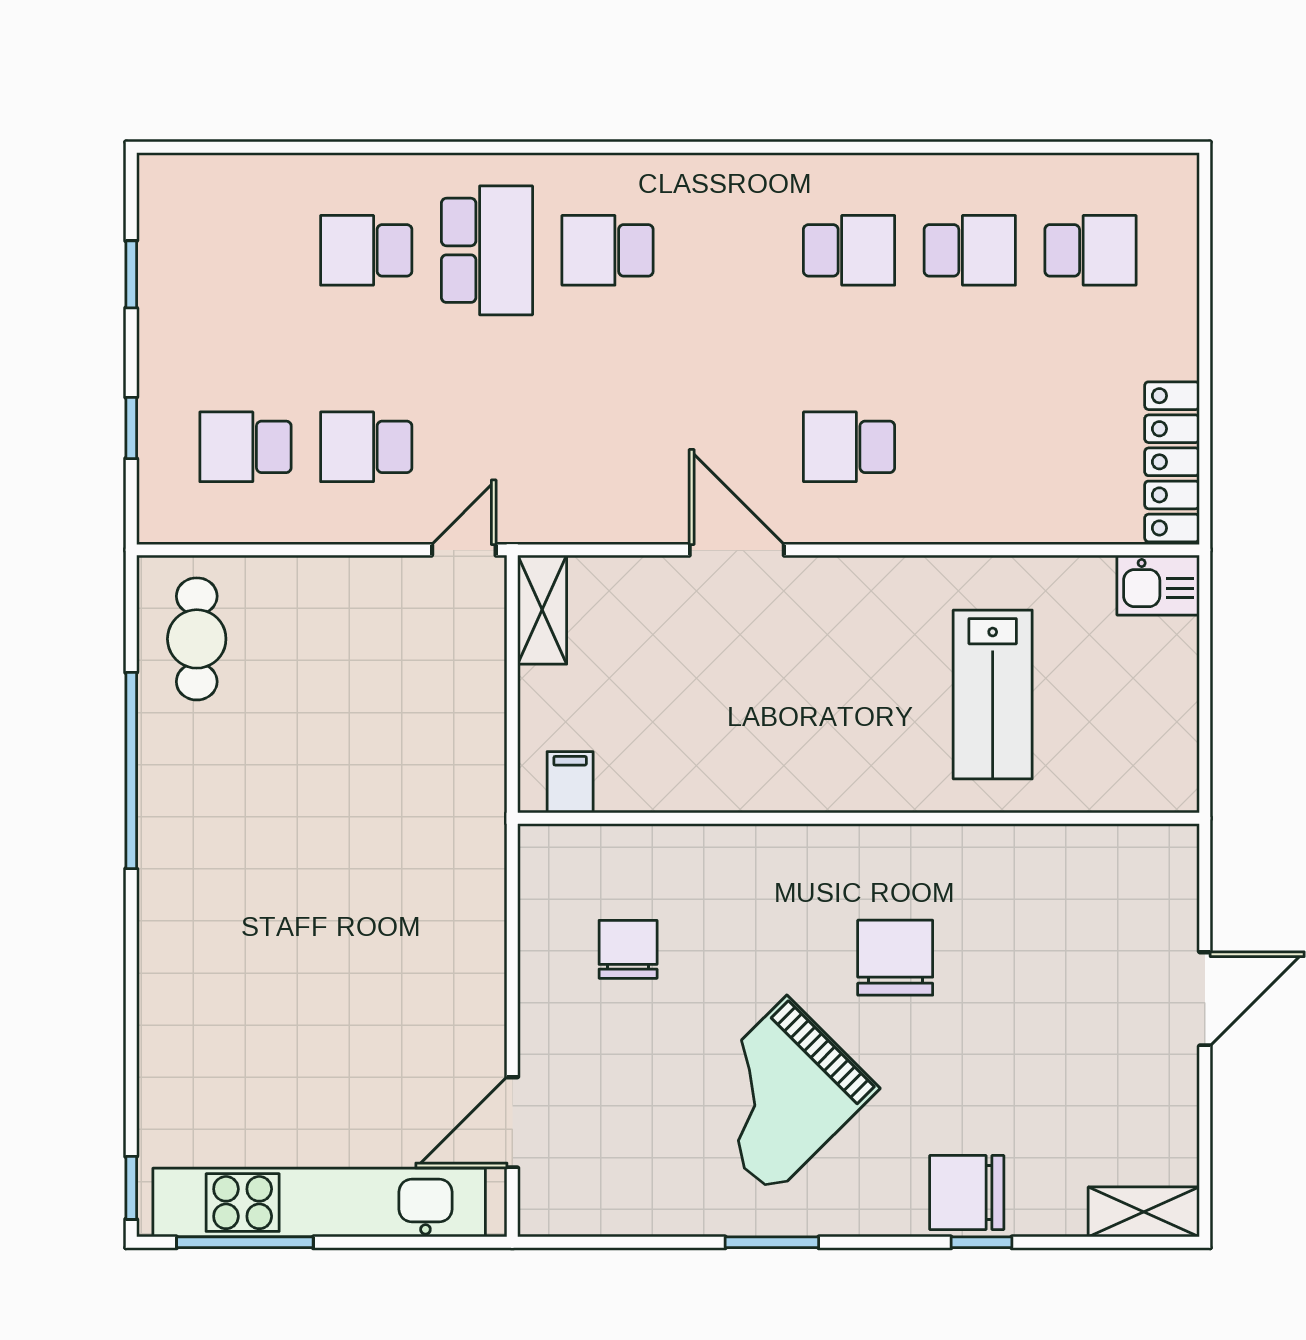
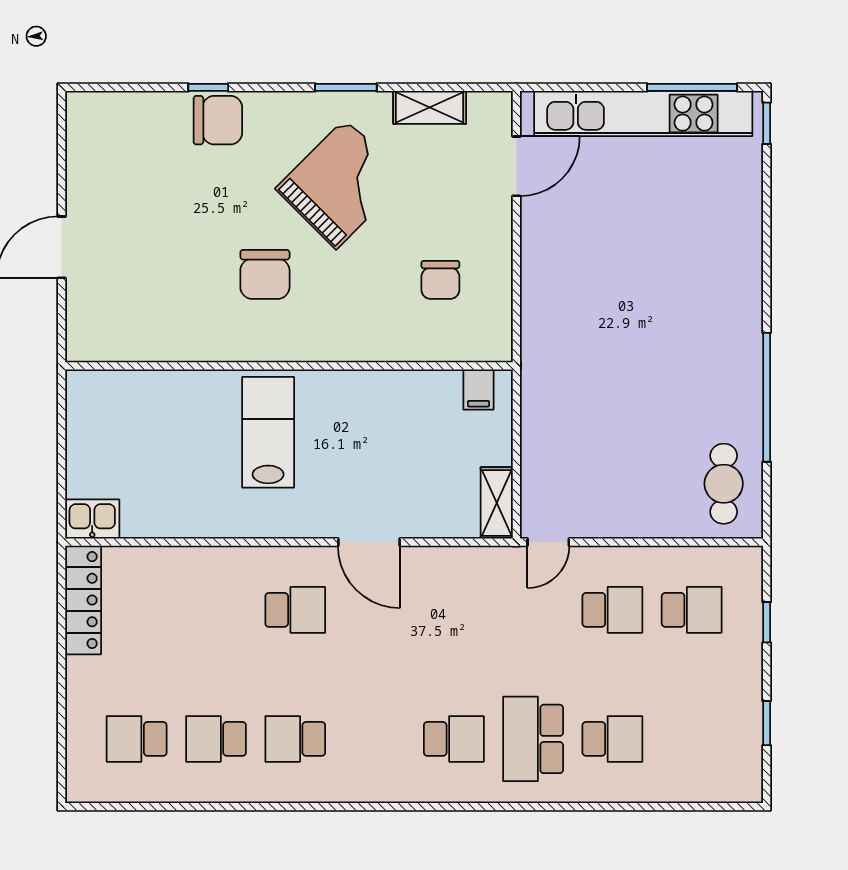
lab bench: (993, 695) -> (268, 432), moved
shelving: (1144, 1212) -> (430, 107), moved

